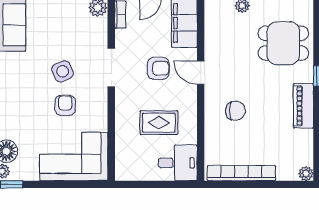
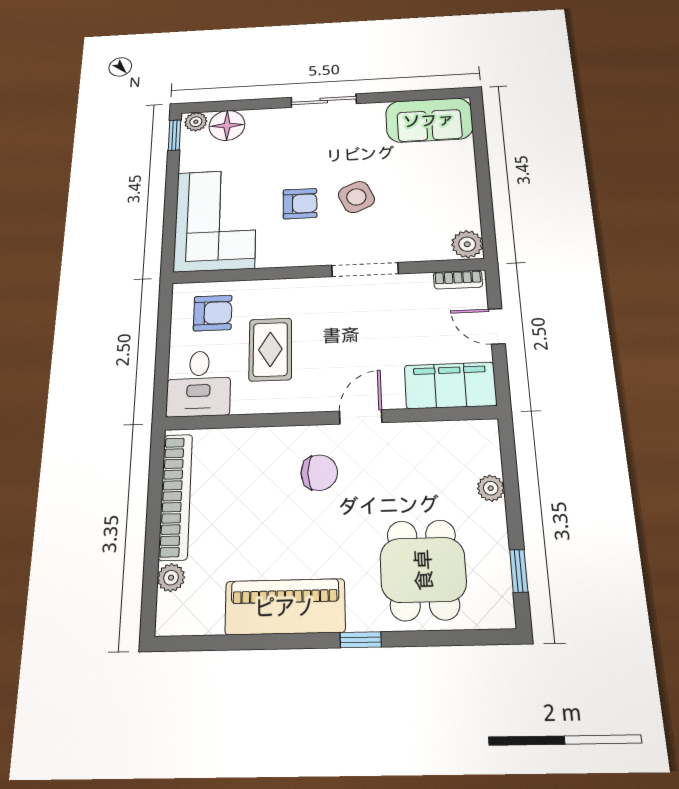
armchair: (158, 68) -> (213, 313), moved, turned -90
piano: (303, 106) -> (285, 607), width x1.37, depth x1.33
chair: (235, 111) -> (319, 473), moved, turned -90
plant: (306, 174) -> (171, 578), moved

